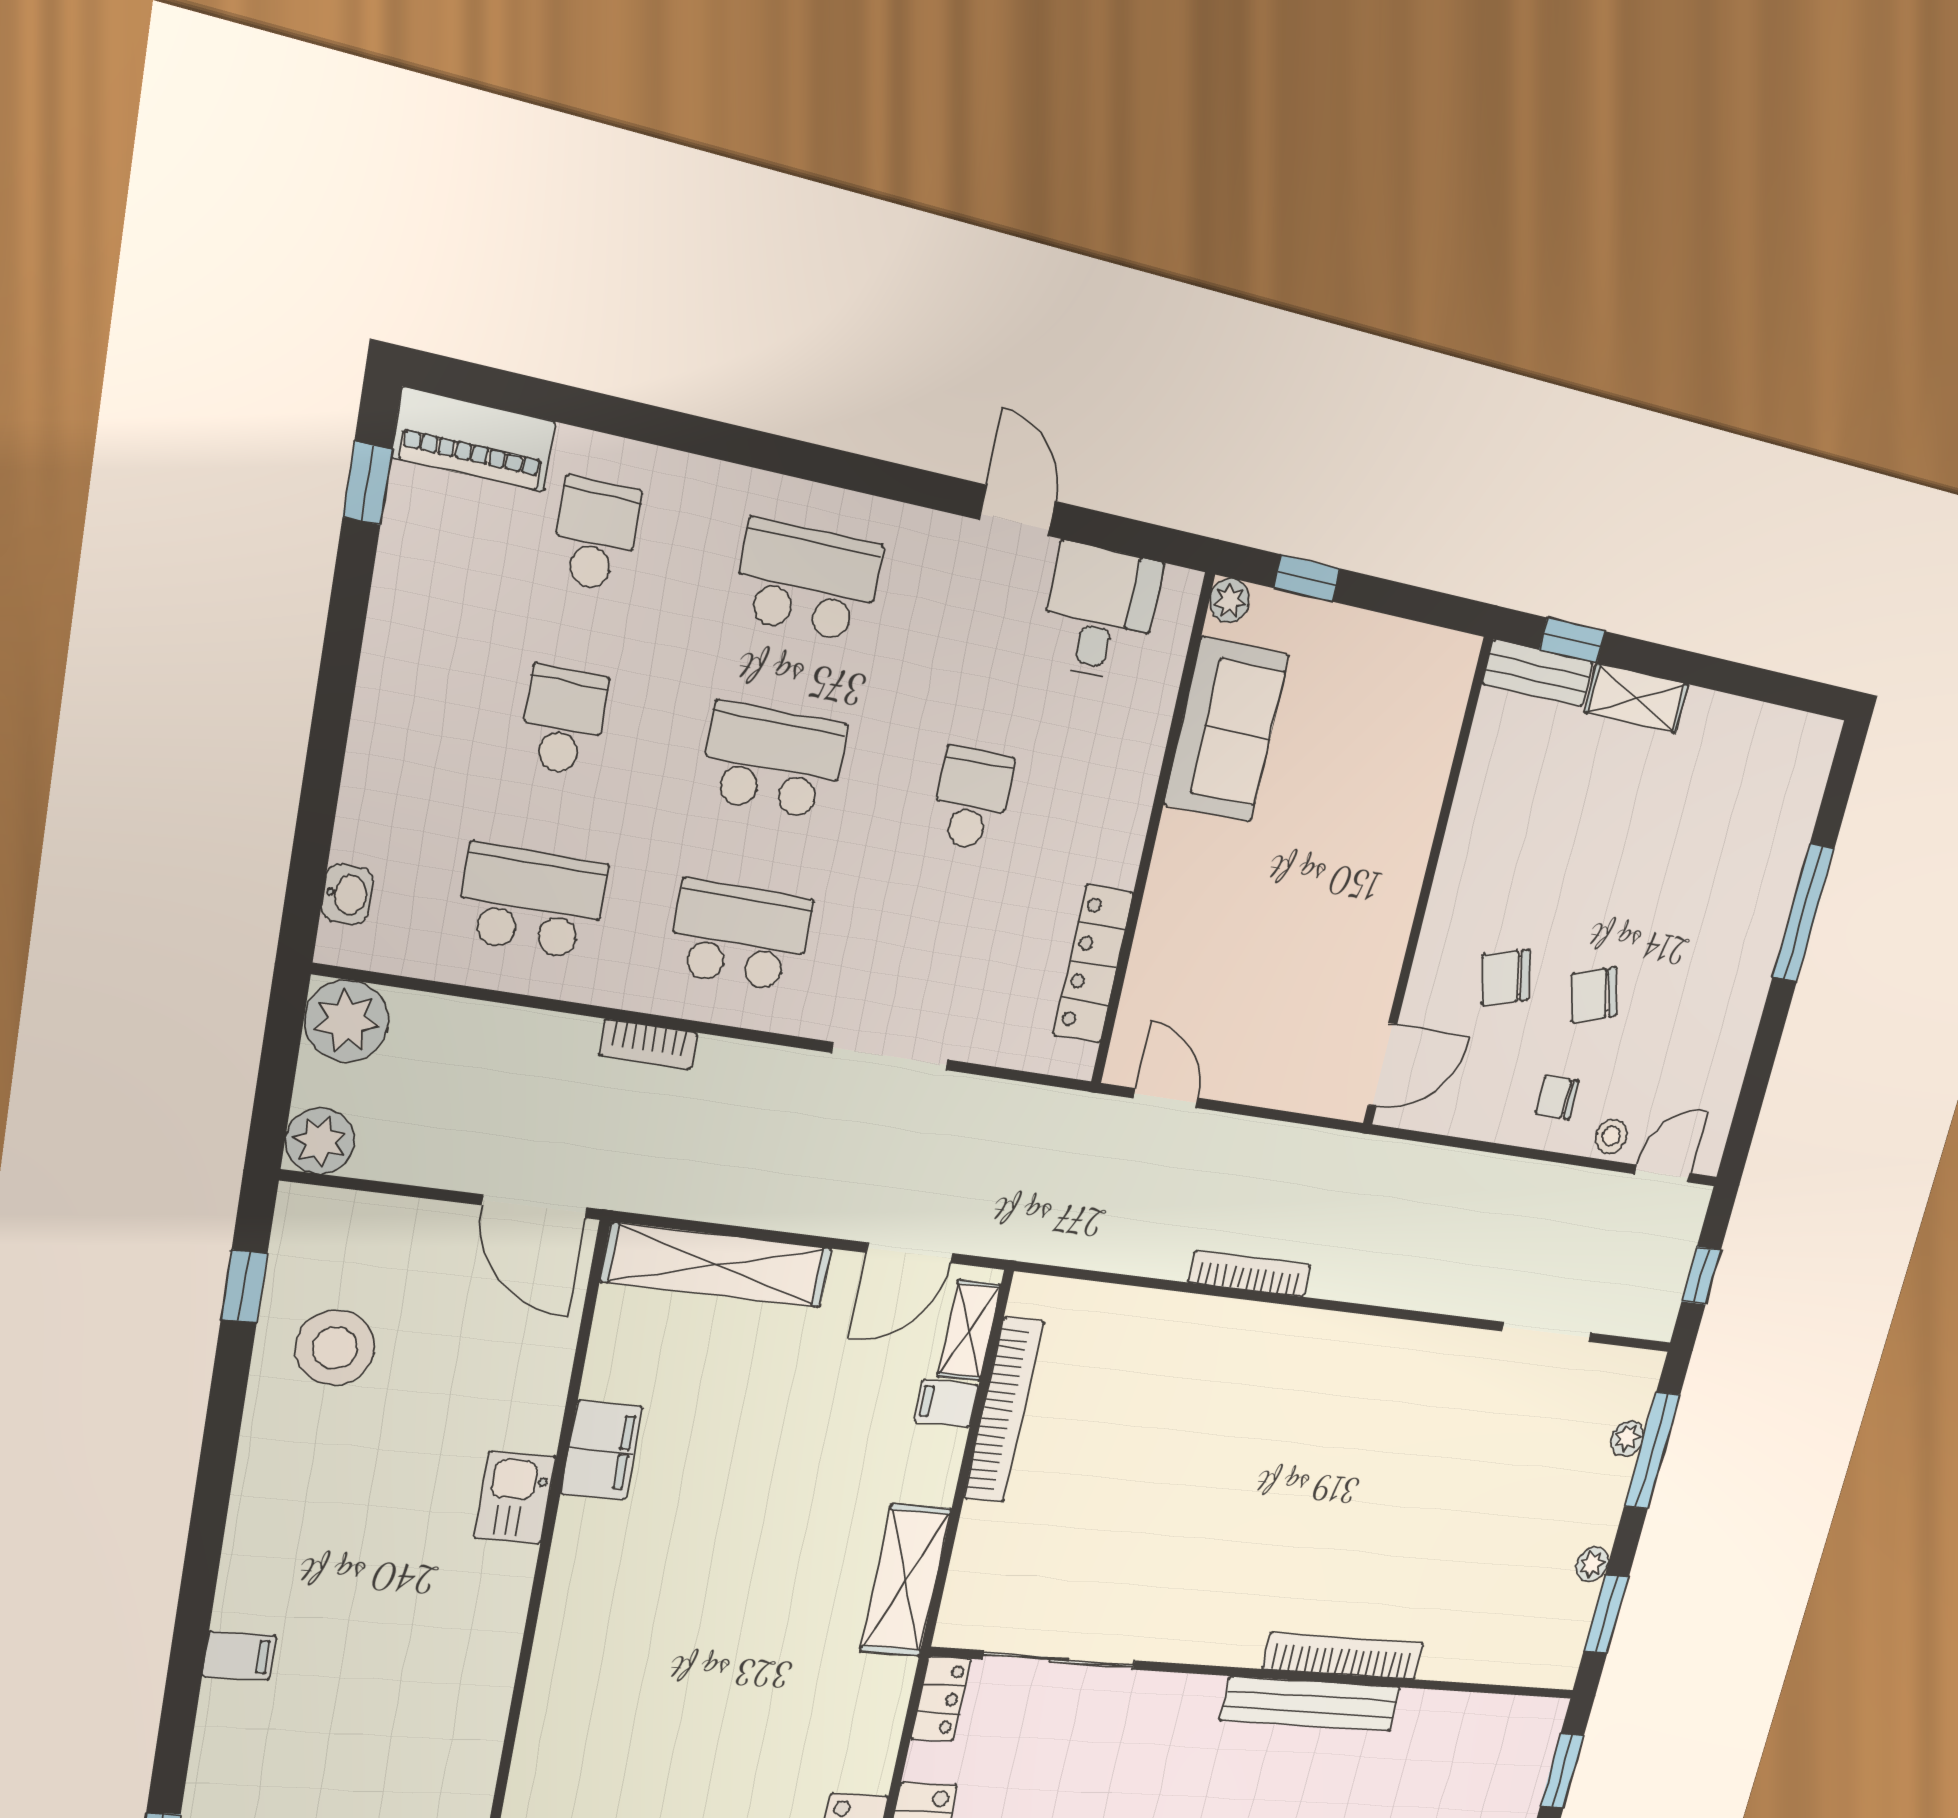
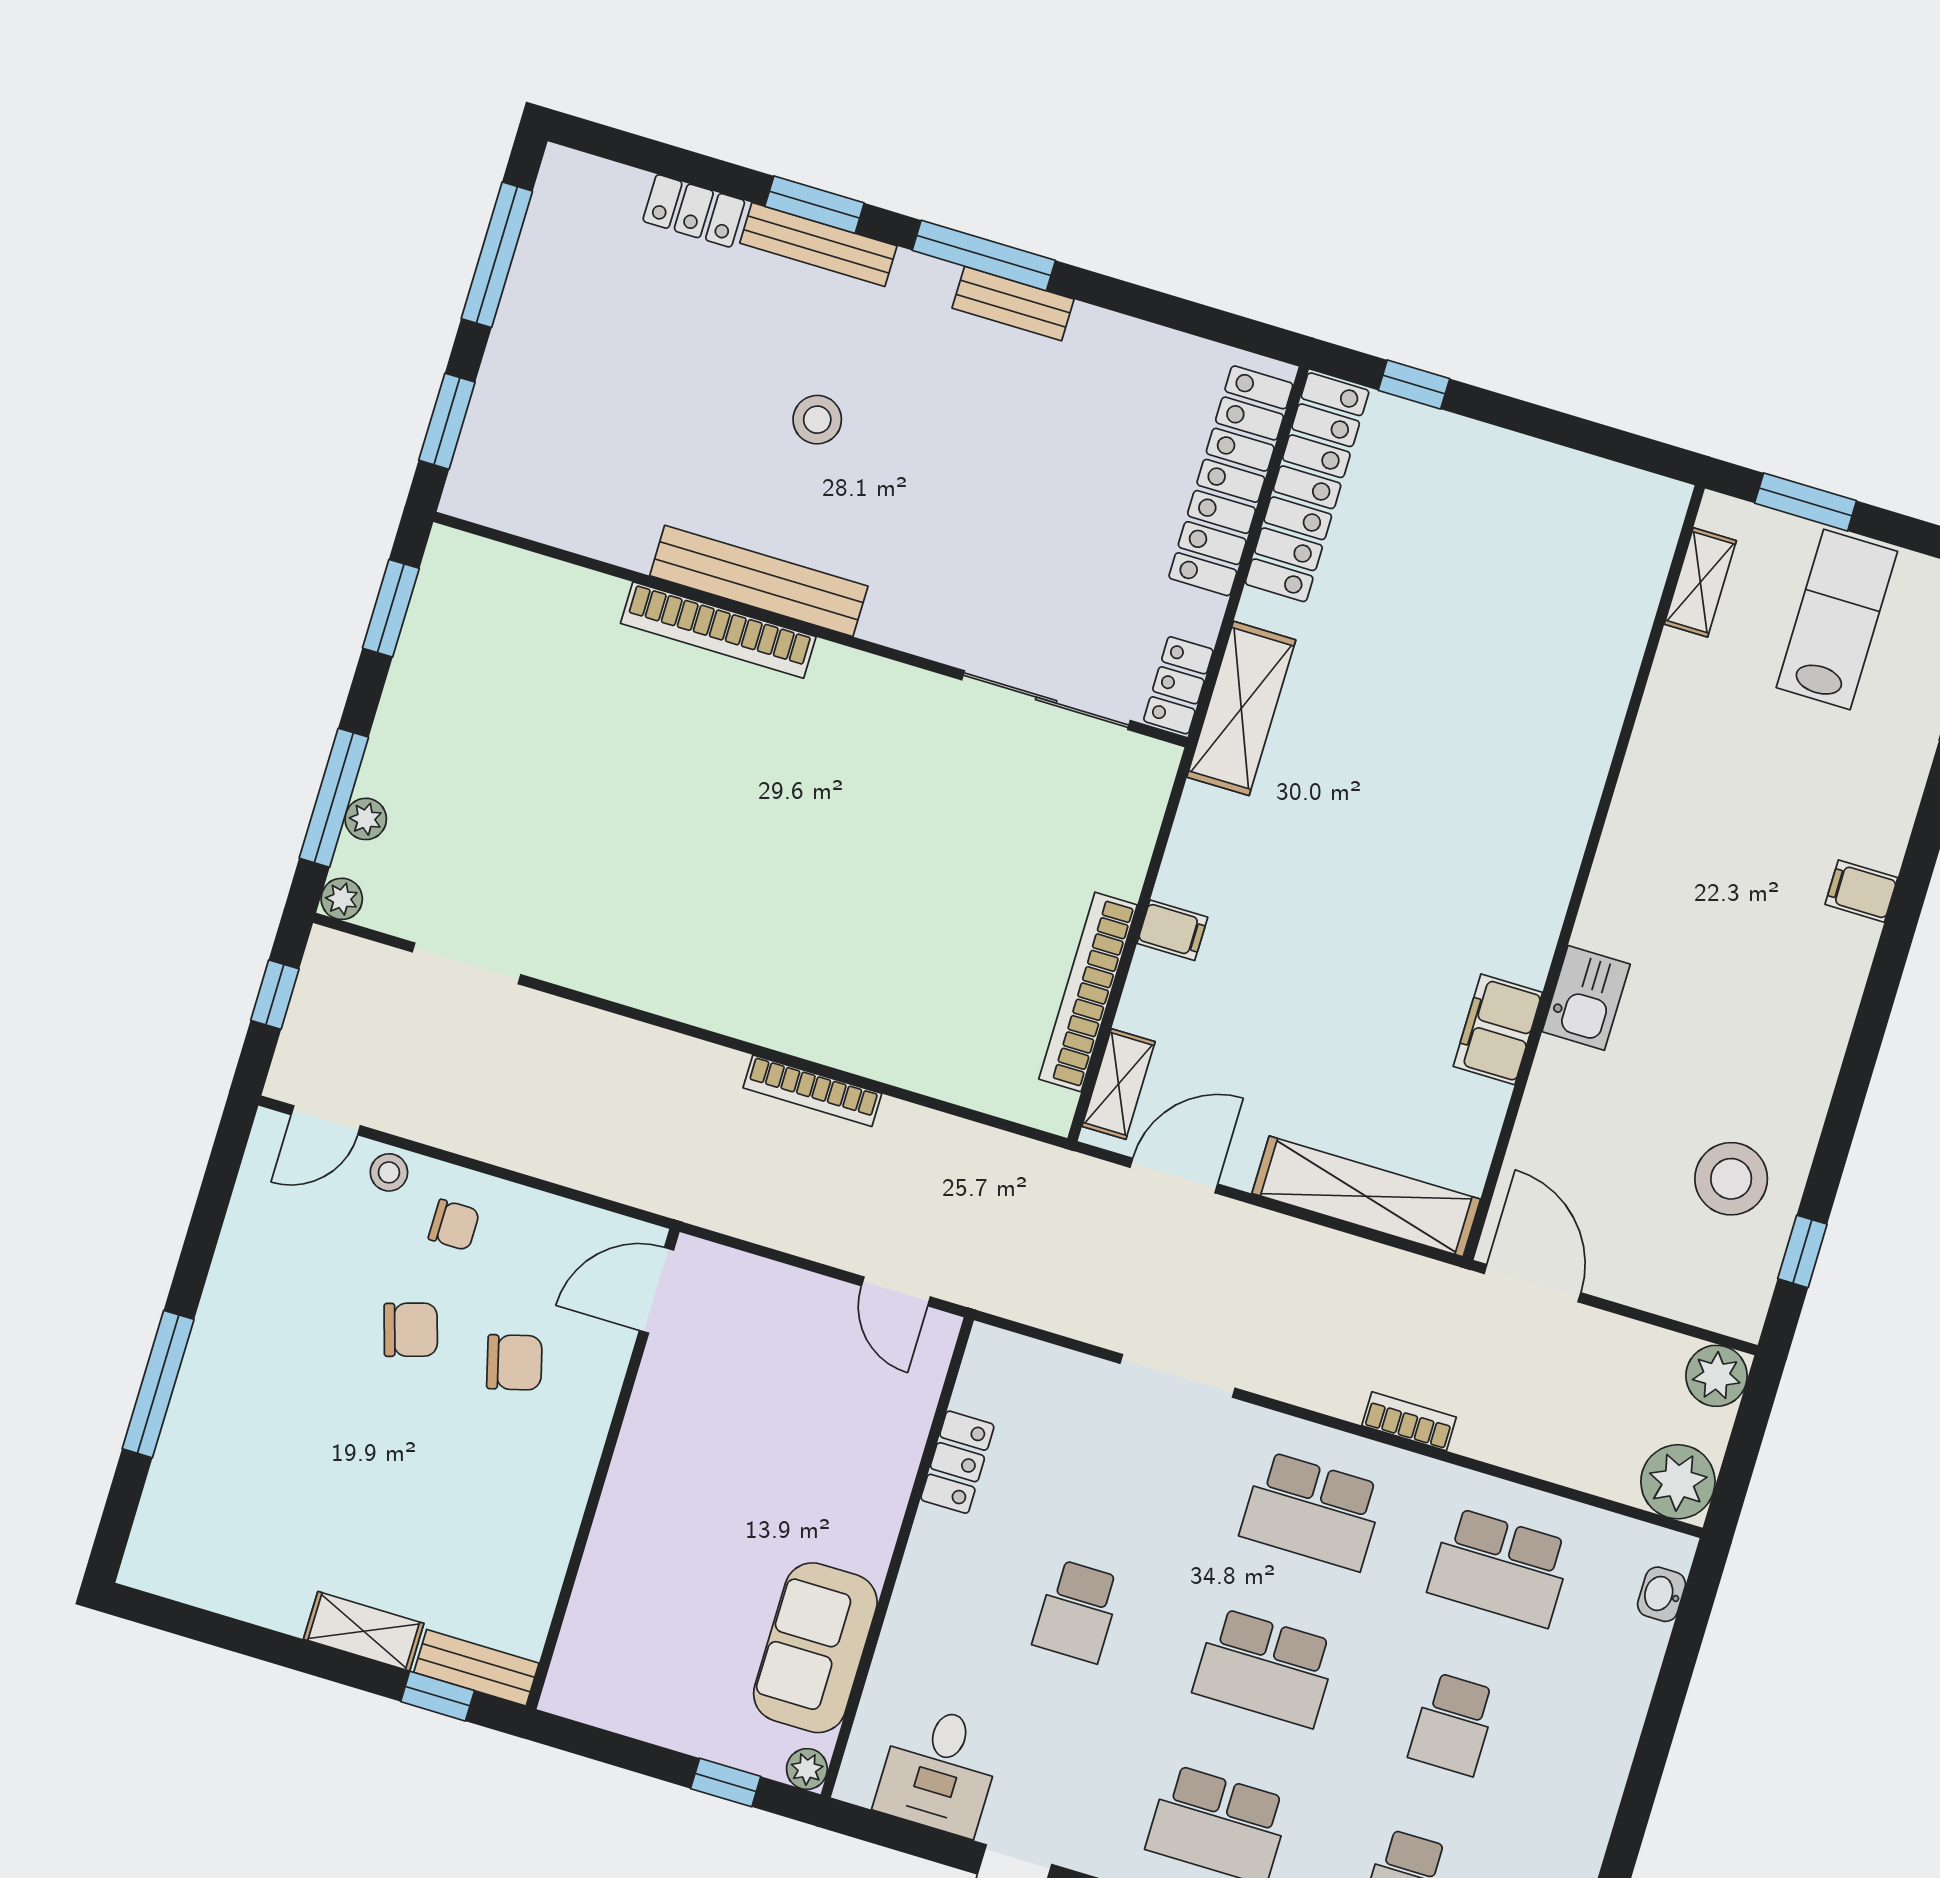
locker: (1093, 964) -> (957, 1462), width x0.66
filing cabinet: (946, 1403) -> (1172, 930), moved
plant: (1592, 1564) -> (342, 899), moved
shelving: (906, 1580) -> (1241, 708), moved

